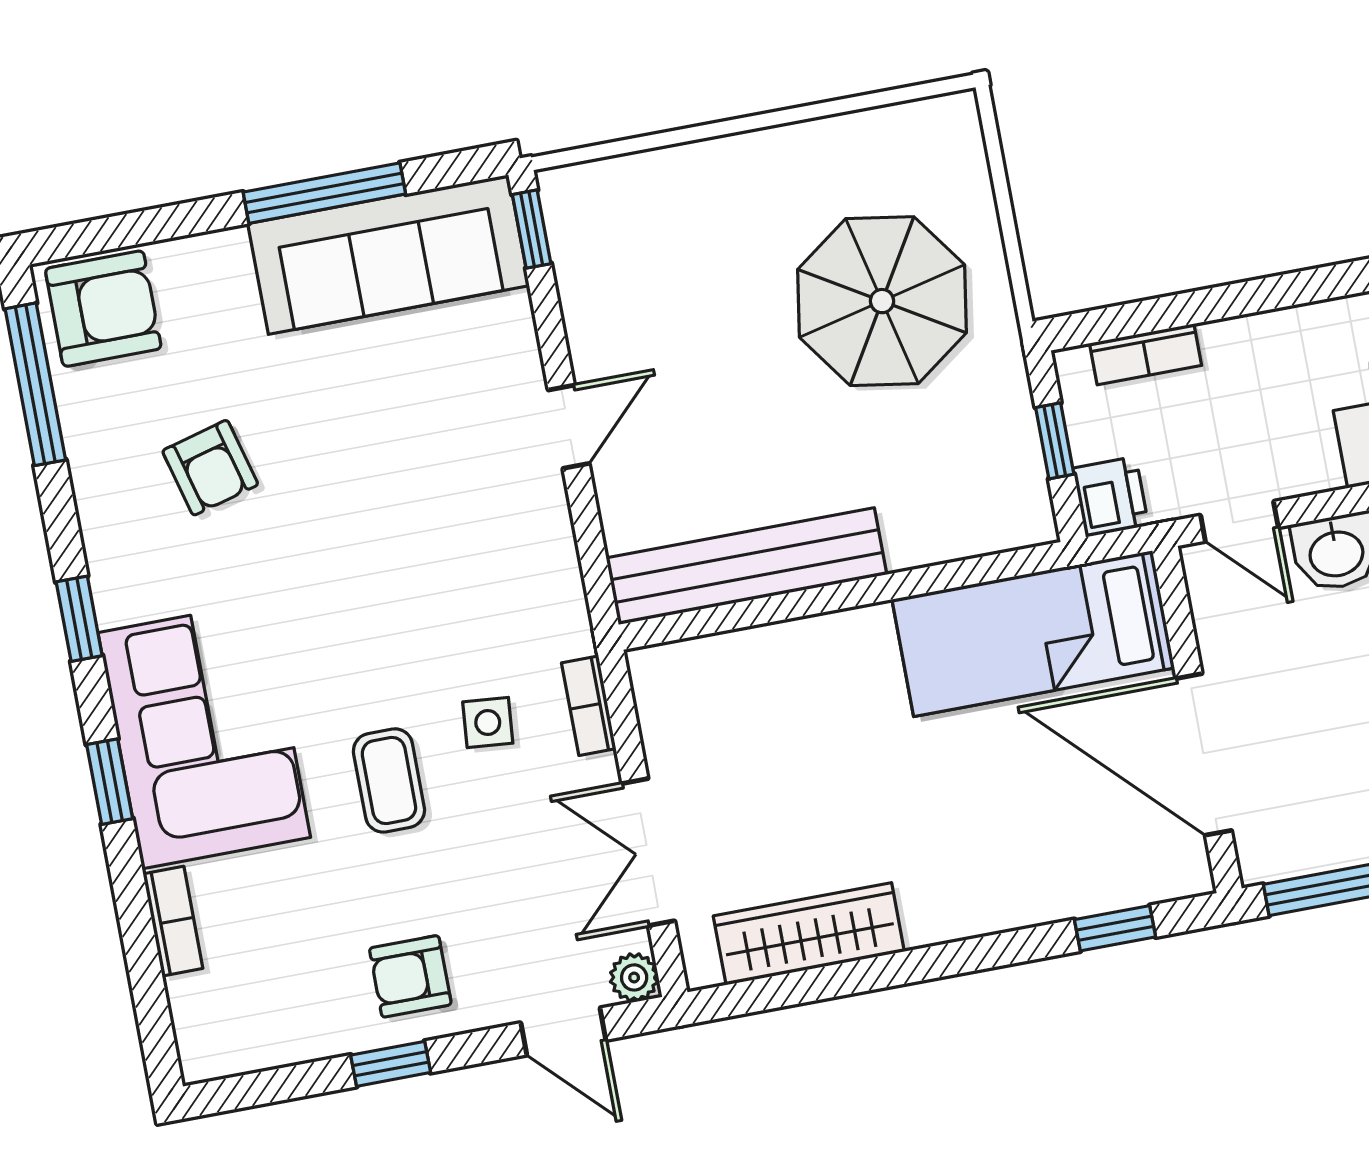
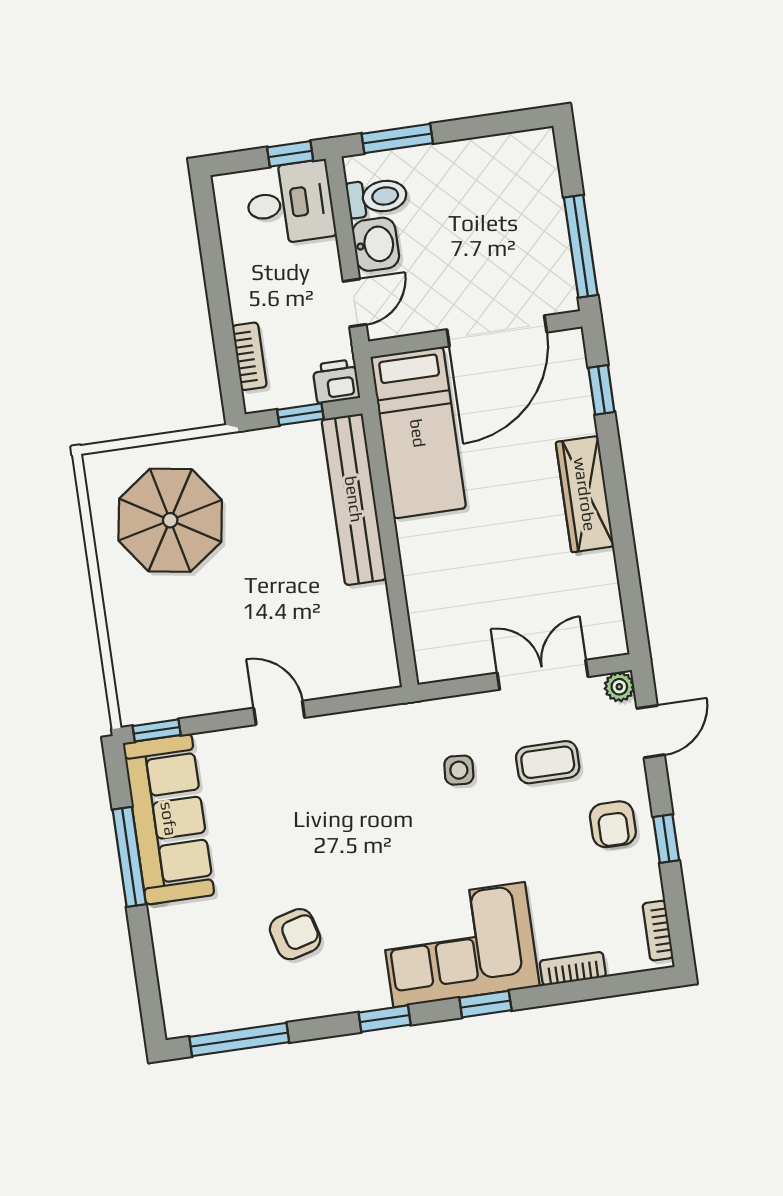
parasol: (882, 301) -> (170, 520), moved
armchair: (103, 309) -> (194, 996), removed
bench: (747, 566) -> (354, 499), moved
bookcase: (589, 706) -> (658, 931), moved, turned 90
coffee table: (389, 780) -> (548, 762), moved
double door: (648, 852) -> (543, 675), swing flipped
wardrobe: (809, 934) -> (585, 494), moved

